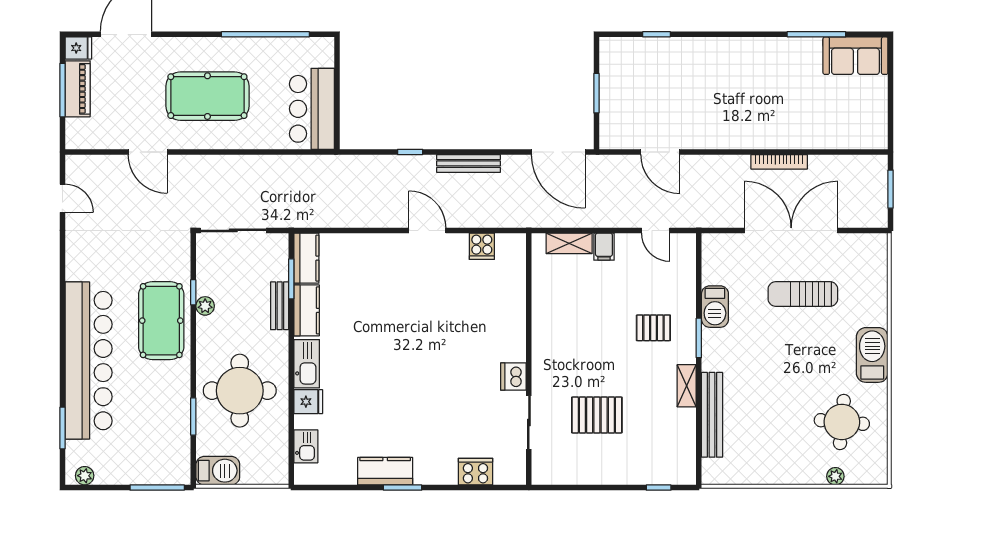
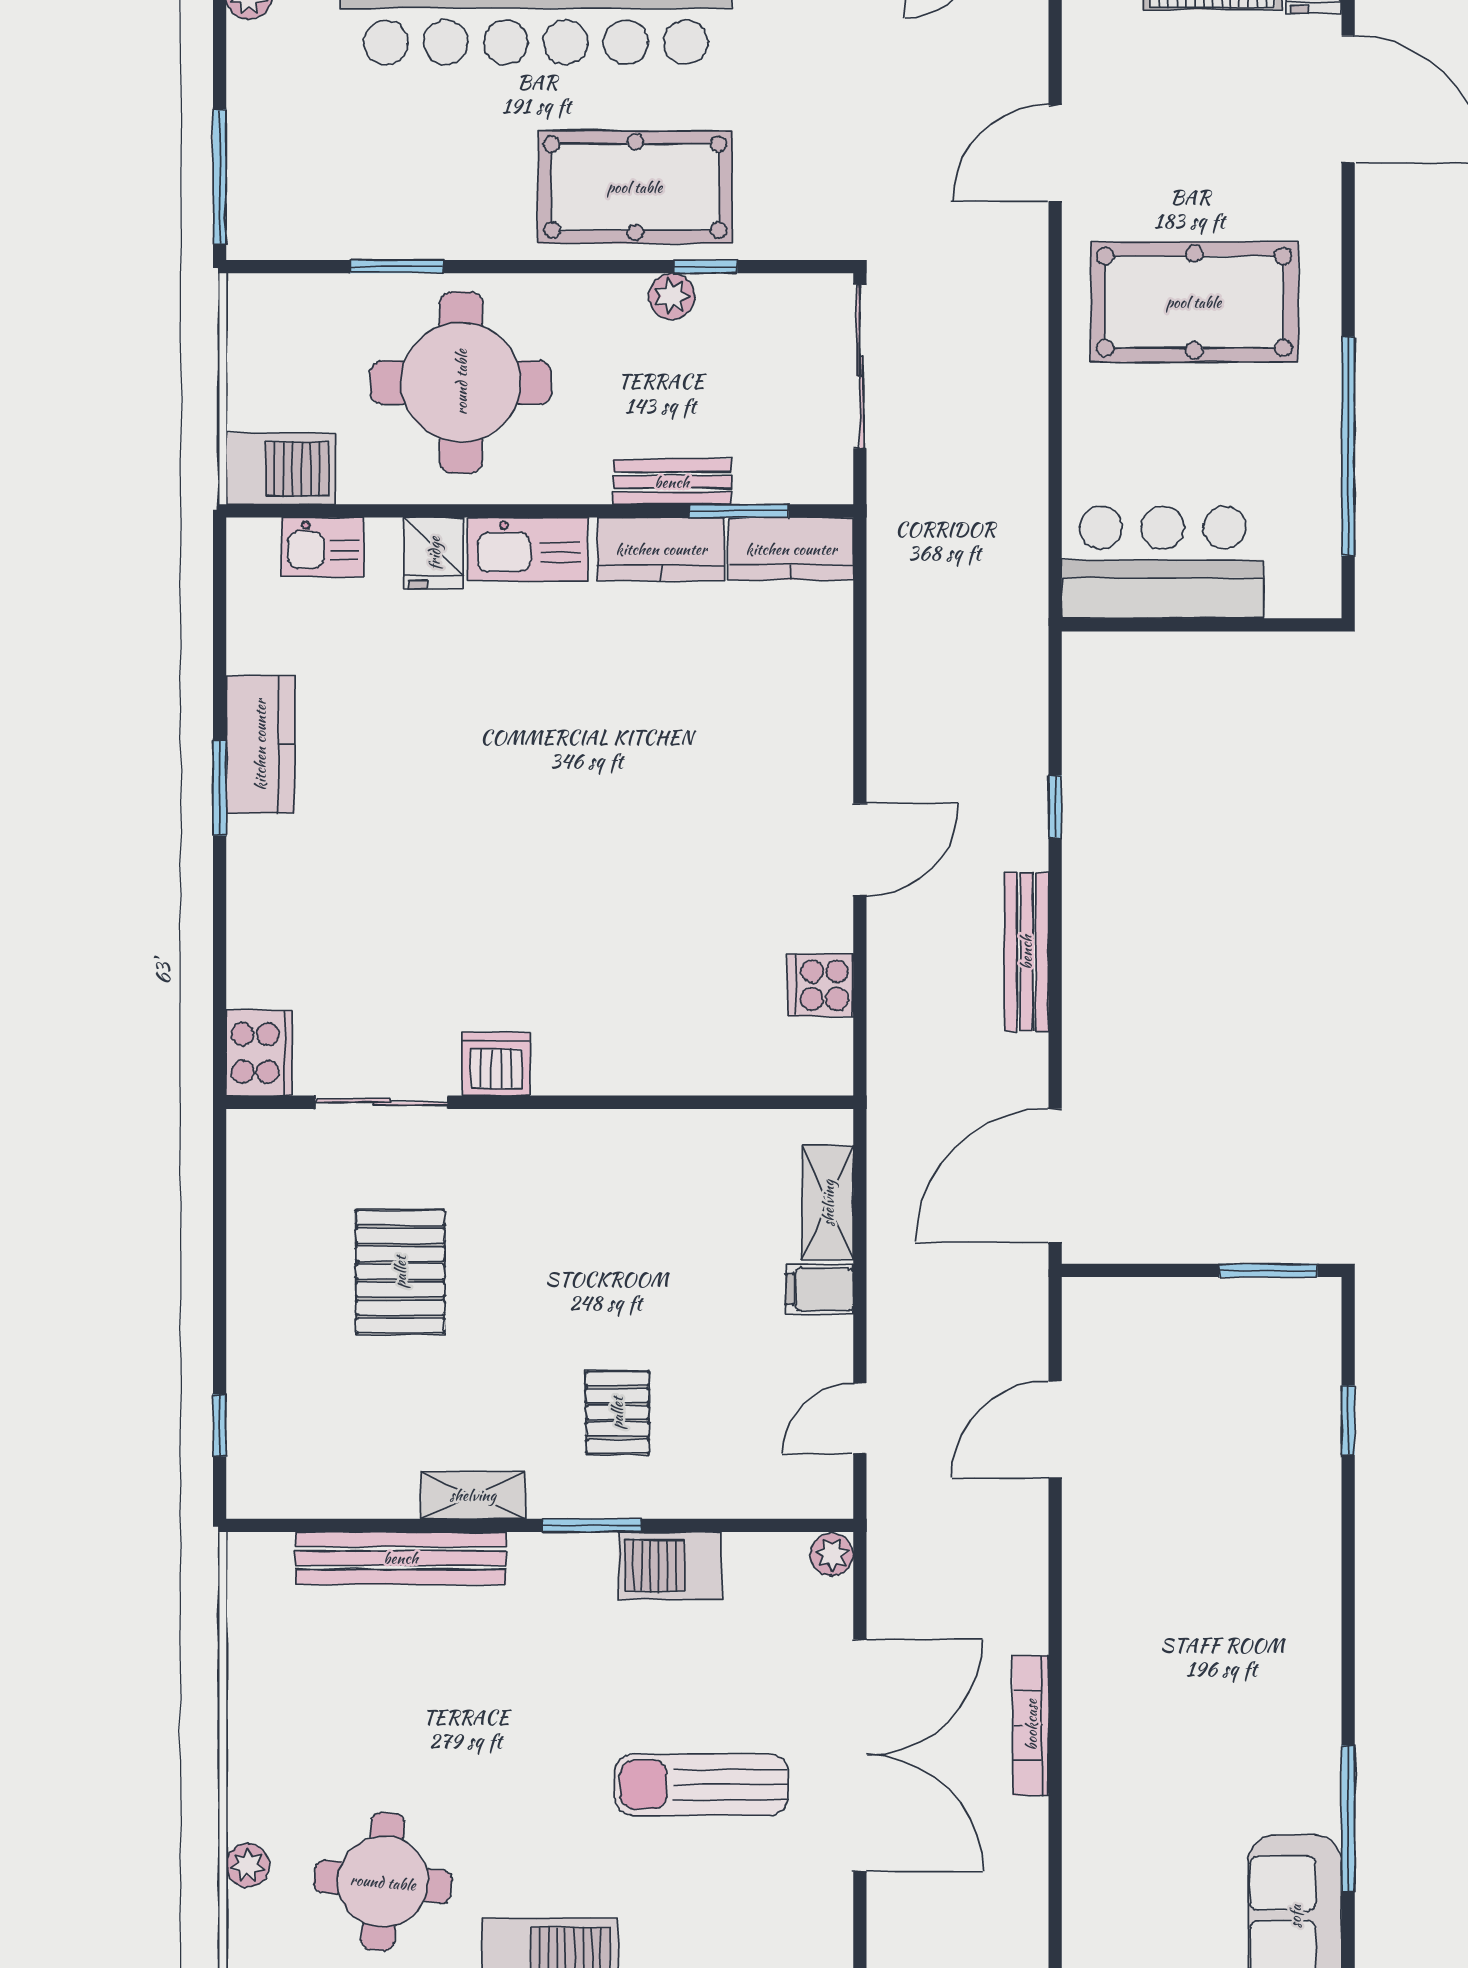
window: (596, 93) -> (1268, 1270), moved
pool table: (207, 96) -> (1194, 302), turned 90
plant: (710, 242) -> (832, 1555), added
sun lounger: (803, 294) -> (702, 1785), turned -90
barbecue: (218, 471) -> (281, 469), moved, turned -90
cooker: (475, 472) -> (259, 1053), moved

